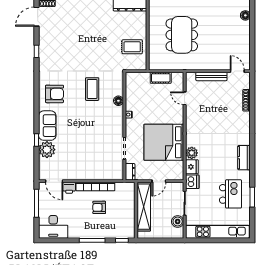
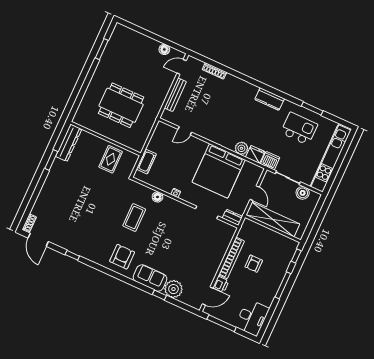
floor lamp: (245, 15) -> (164, 49), moved
cot: (161, 78) -> (146, 162), moved
coffee table: (92, 89) -> (134, 218), turned 90

